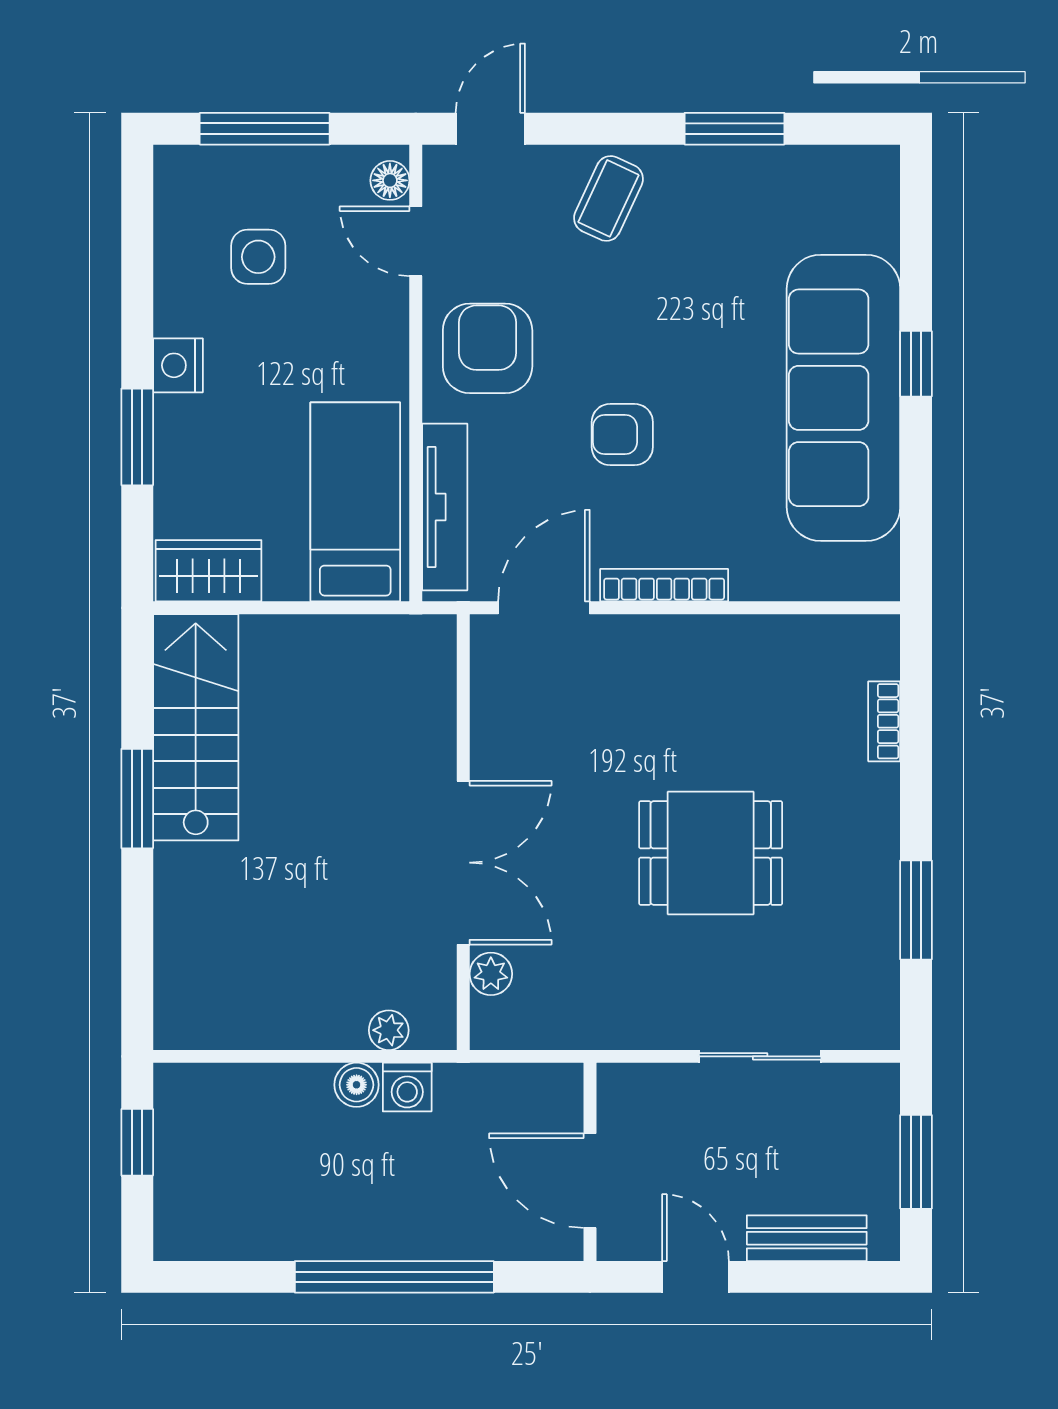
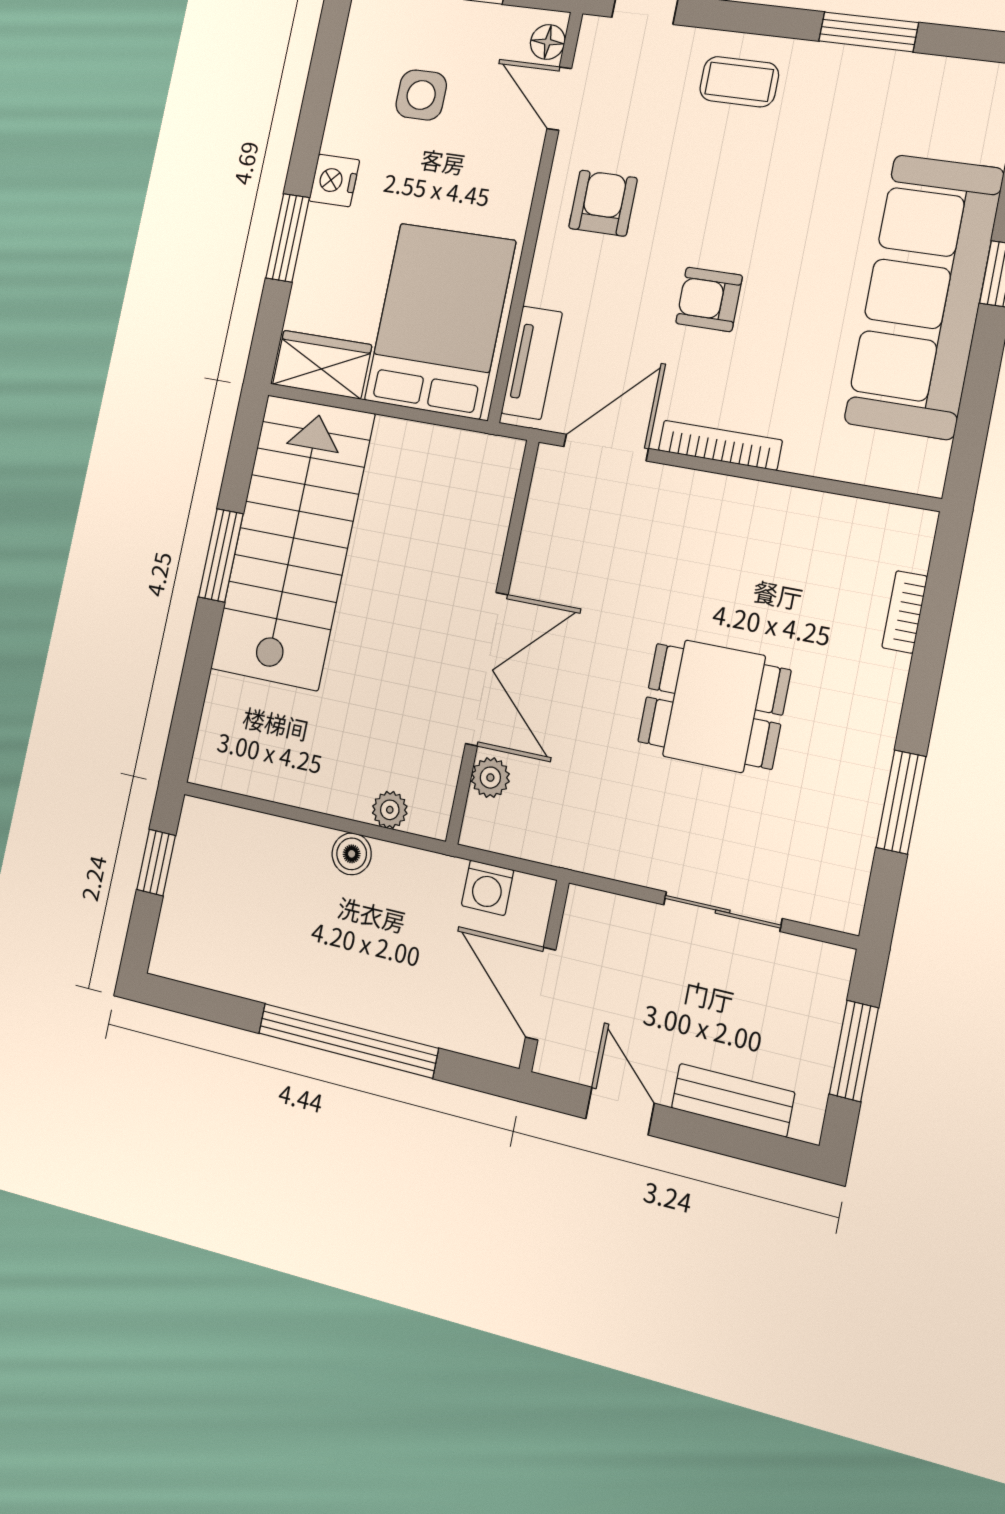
coffee table: (608, 198) -> (739, 82), turned 65
armchair: (488, 348) -> (603, 203), width x0.72, depth x0.72
bed: (355, 502) -> (440, 321), width x1.50
tv unit: (445, 507) -> (532, 363), width x0.71
stairs: (196, 727) -> (293, 541), width x1.36, depth x1.51
washing machine: (407, 1087) -> (488, 888), moved

